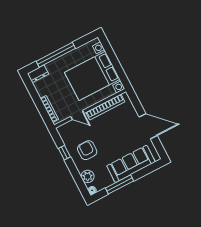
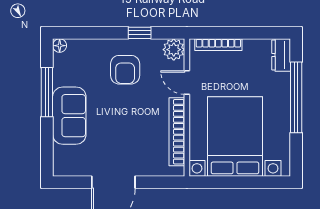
door: (77, 115) -> (187, 83), hinge flipped
armchair: (87, 150) -> (125, 70), turned 90
sofa: (131, 164) -> (69, 116), width x0.73
plant: (88, 176) -> (174, 50), moved

